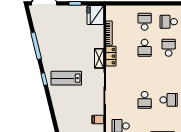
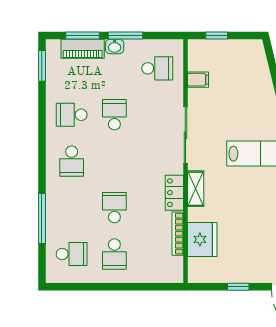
fridge: (95, 15) -> (202, 239), moved
school desk: (169, 48) -> (72, 161), moved

